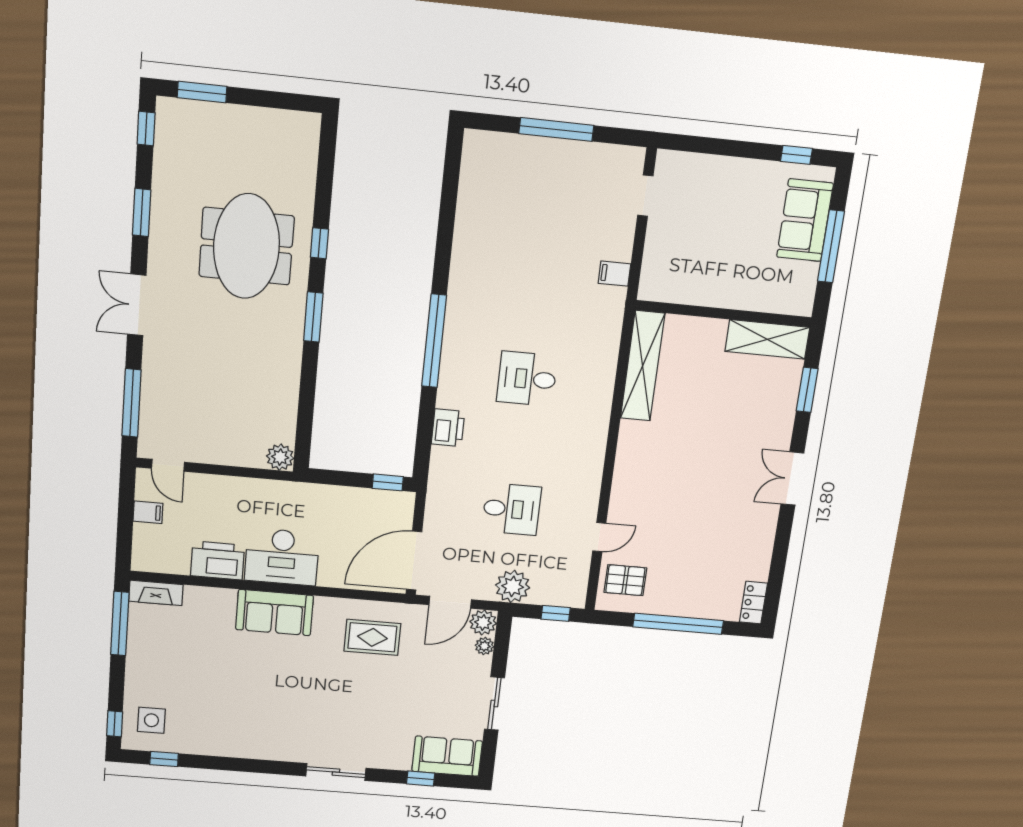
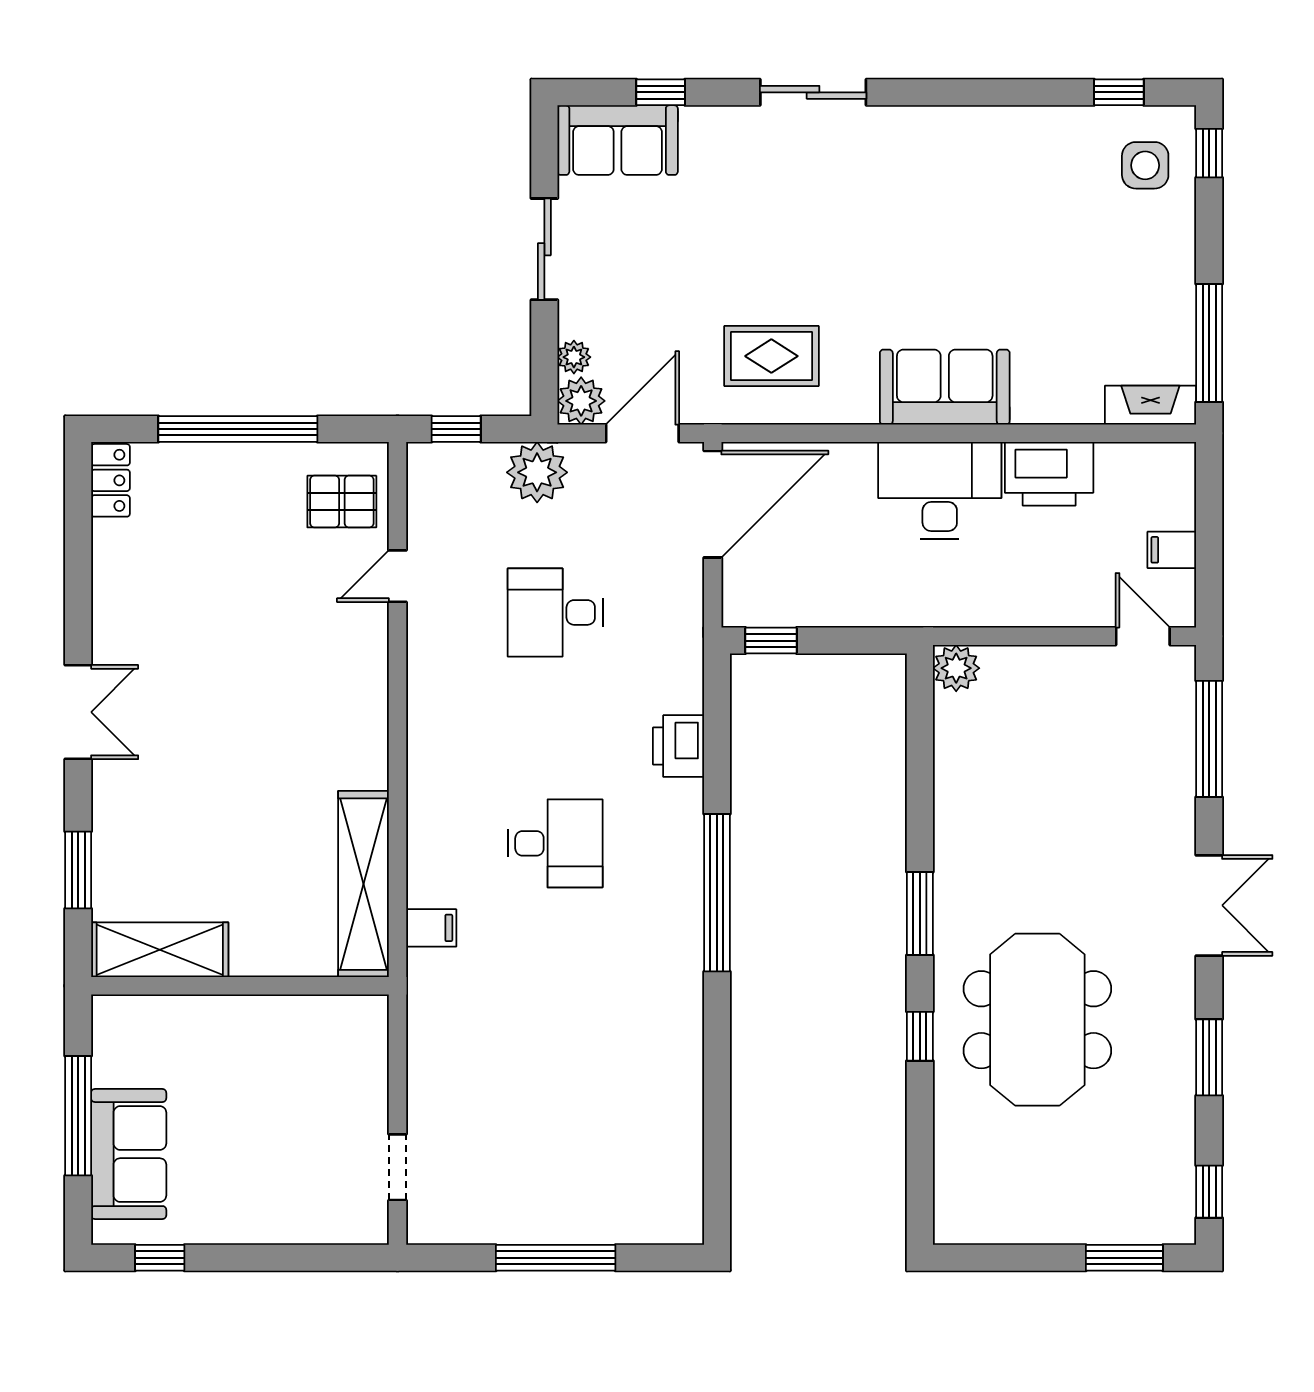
filing cabinet: (614, 274) -> (431, 928), moved

